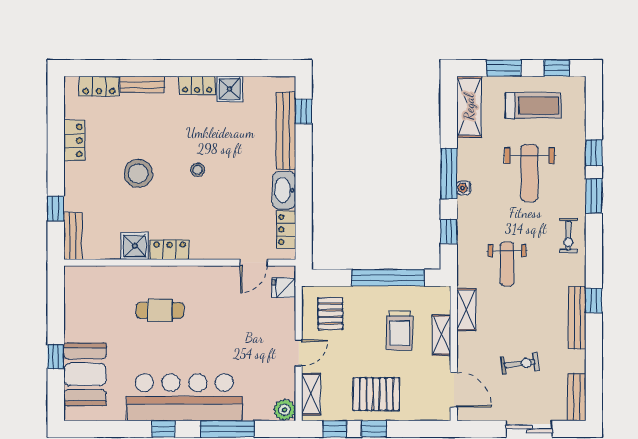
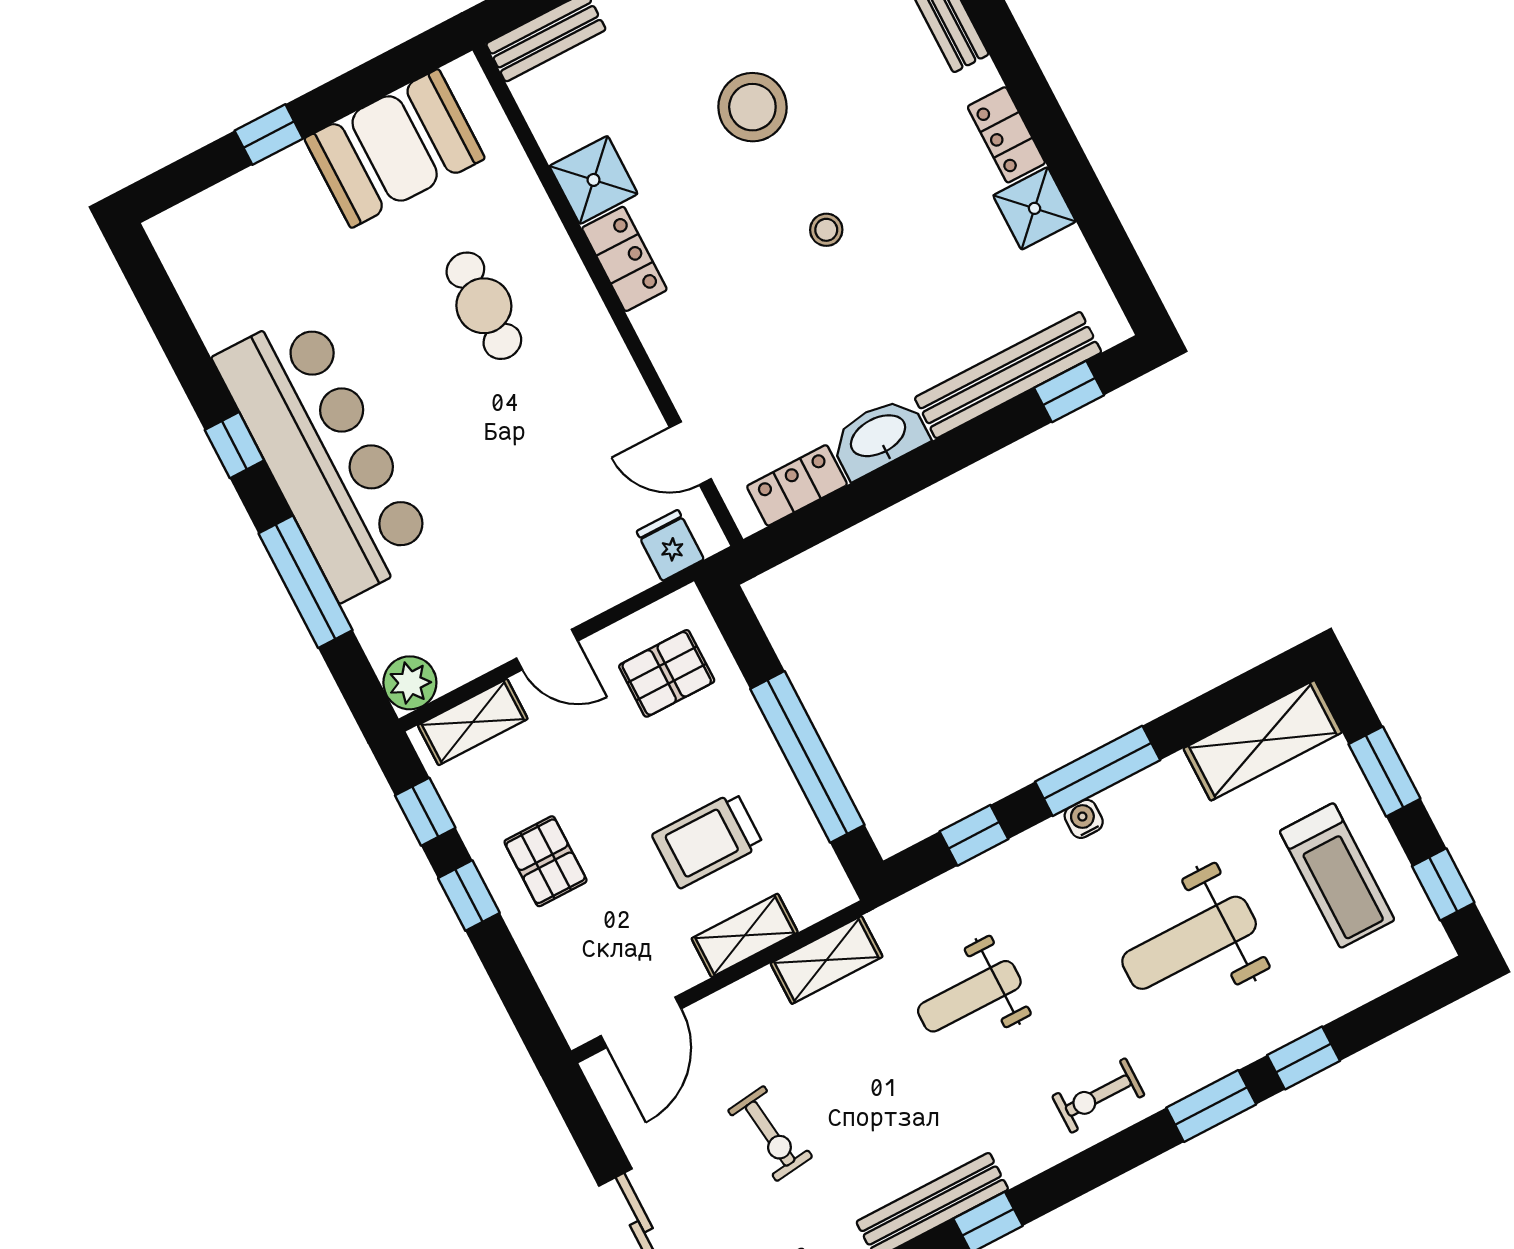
booth: (85, 374) -> (395, 148), moved
pallet: (376, 394) -> (546, 861), width x0.67, depth x0.71

